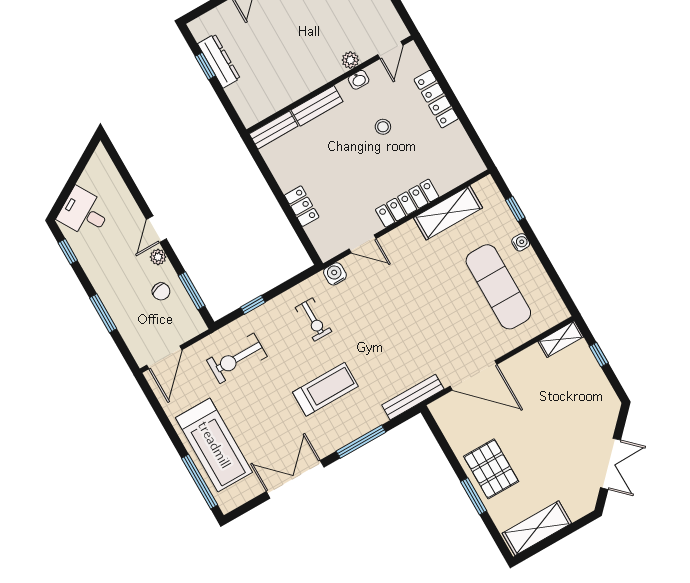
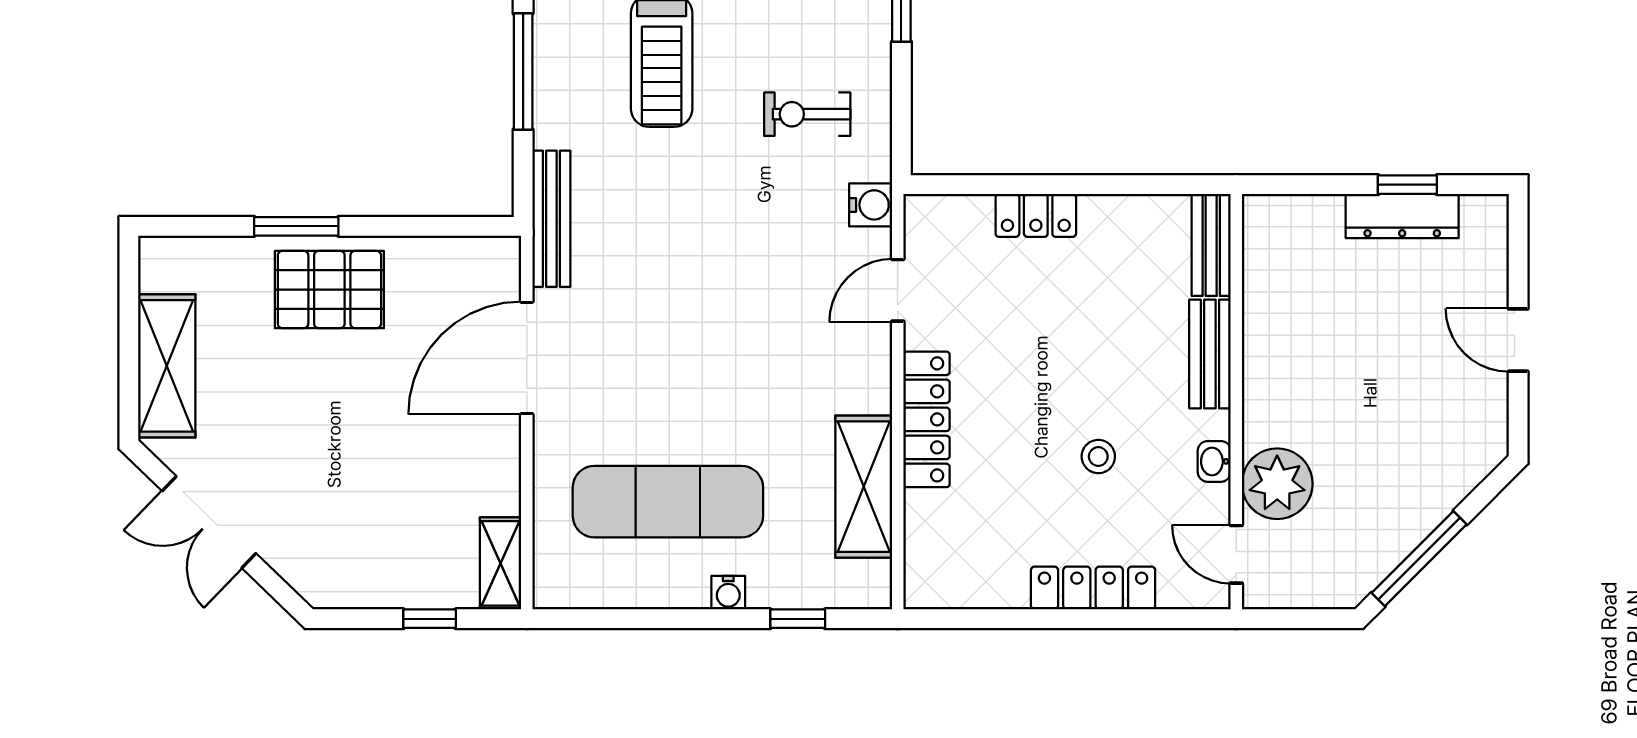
plant: (350, 60) -> (1277, 484), width x1.88, depth x1.88
shelving: (537, 528) -> (167, 366), moved

